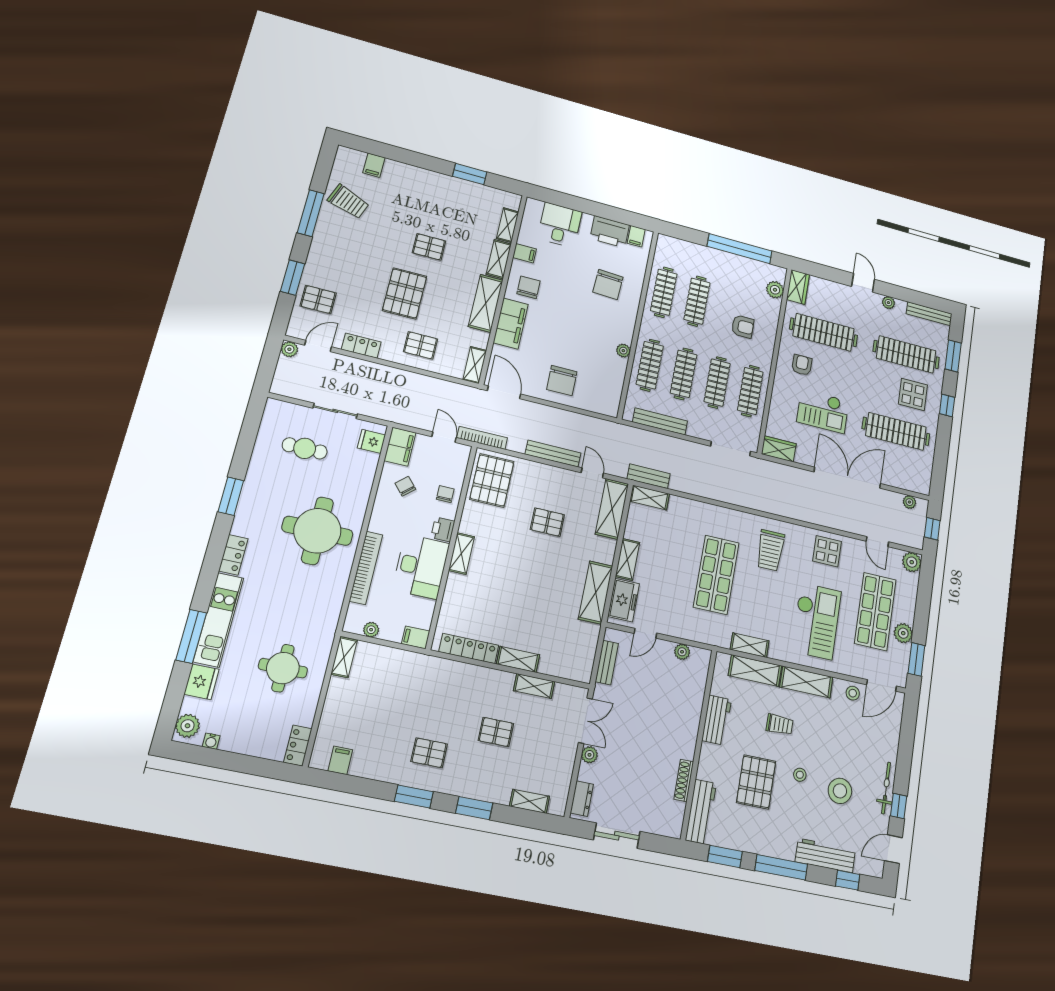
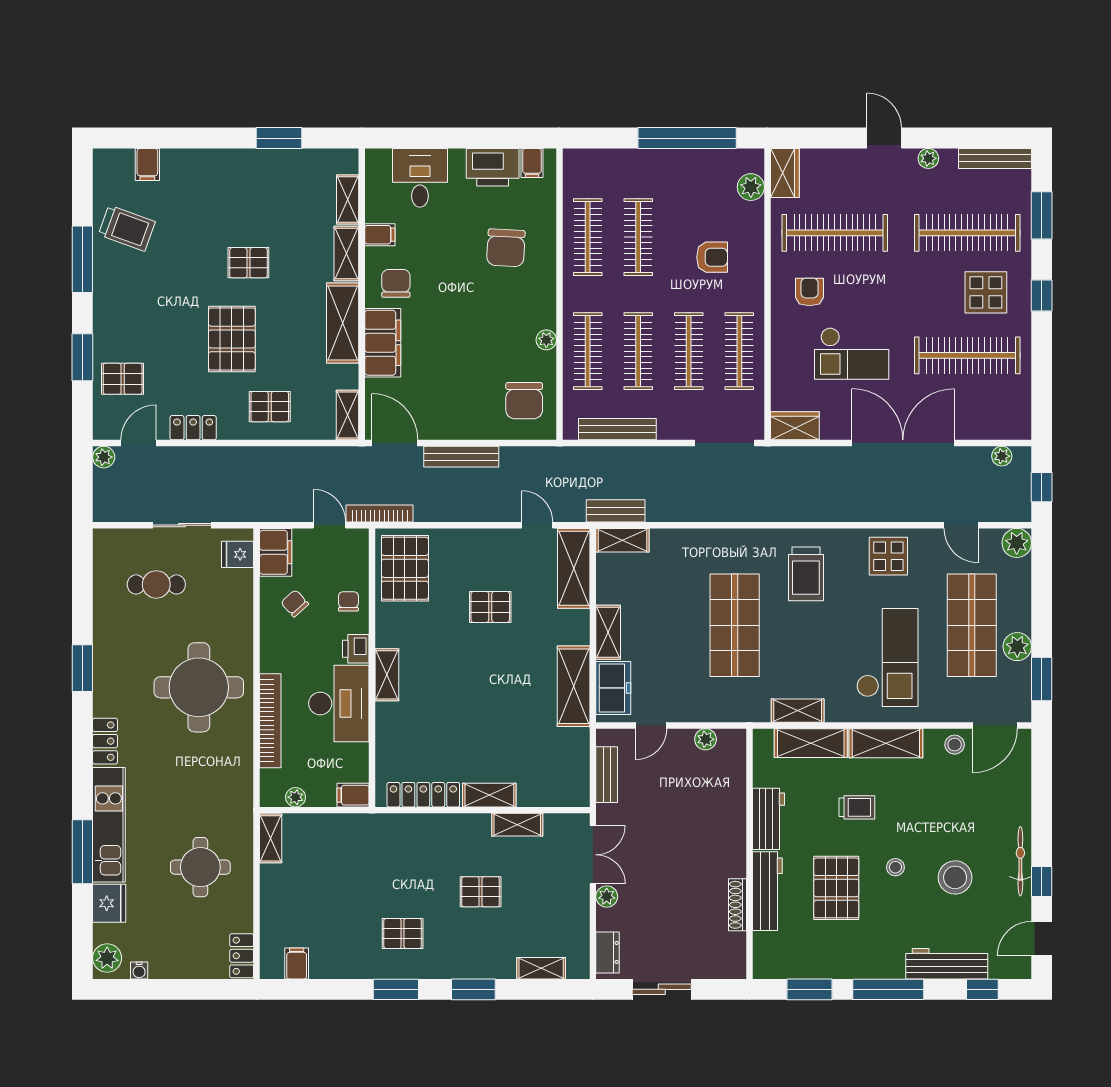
chair: (562, 381) -> (524, 401), moved
bench: (553, 454) -> (461, 457), moved
workbench: (701, 812) -> (767, 891), moved

